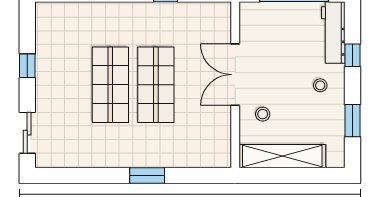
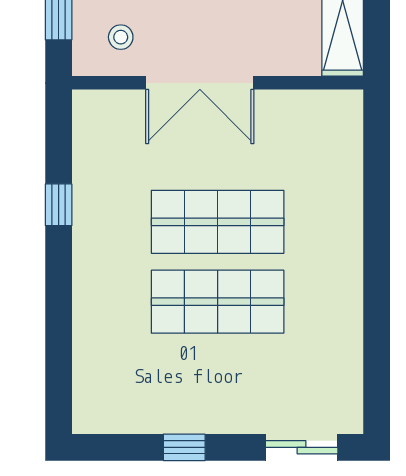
stool: (263, 114) -> (121, 37), moved
window: (147, 176) -> (377, 237), removed

